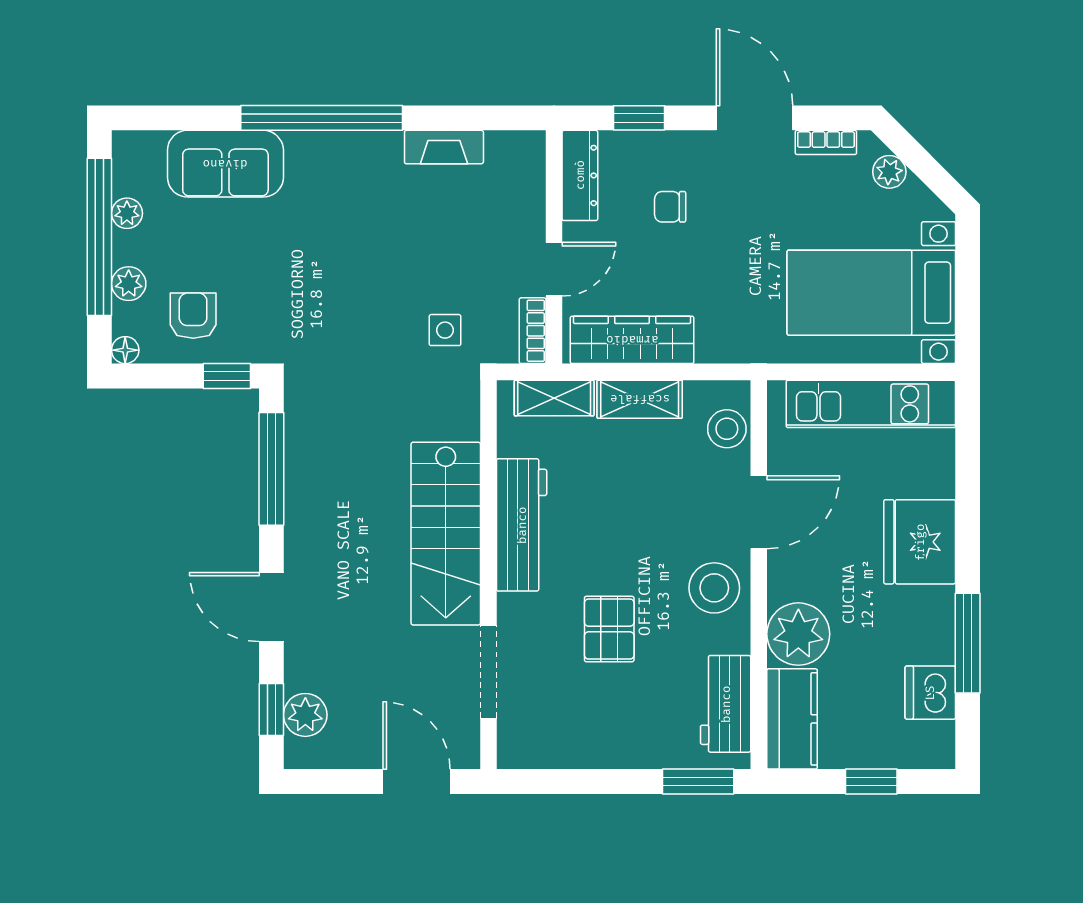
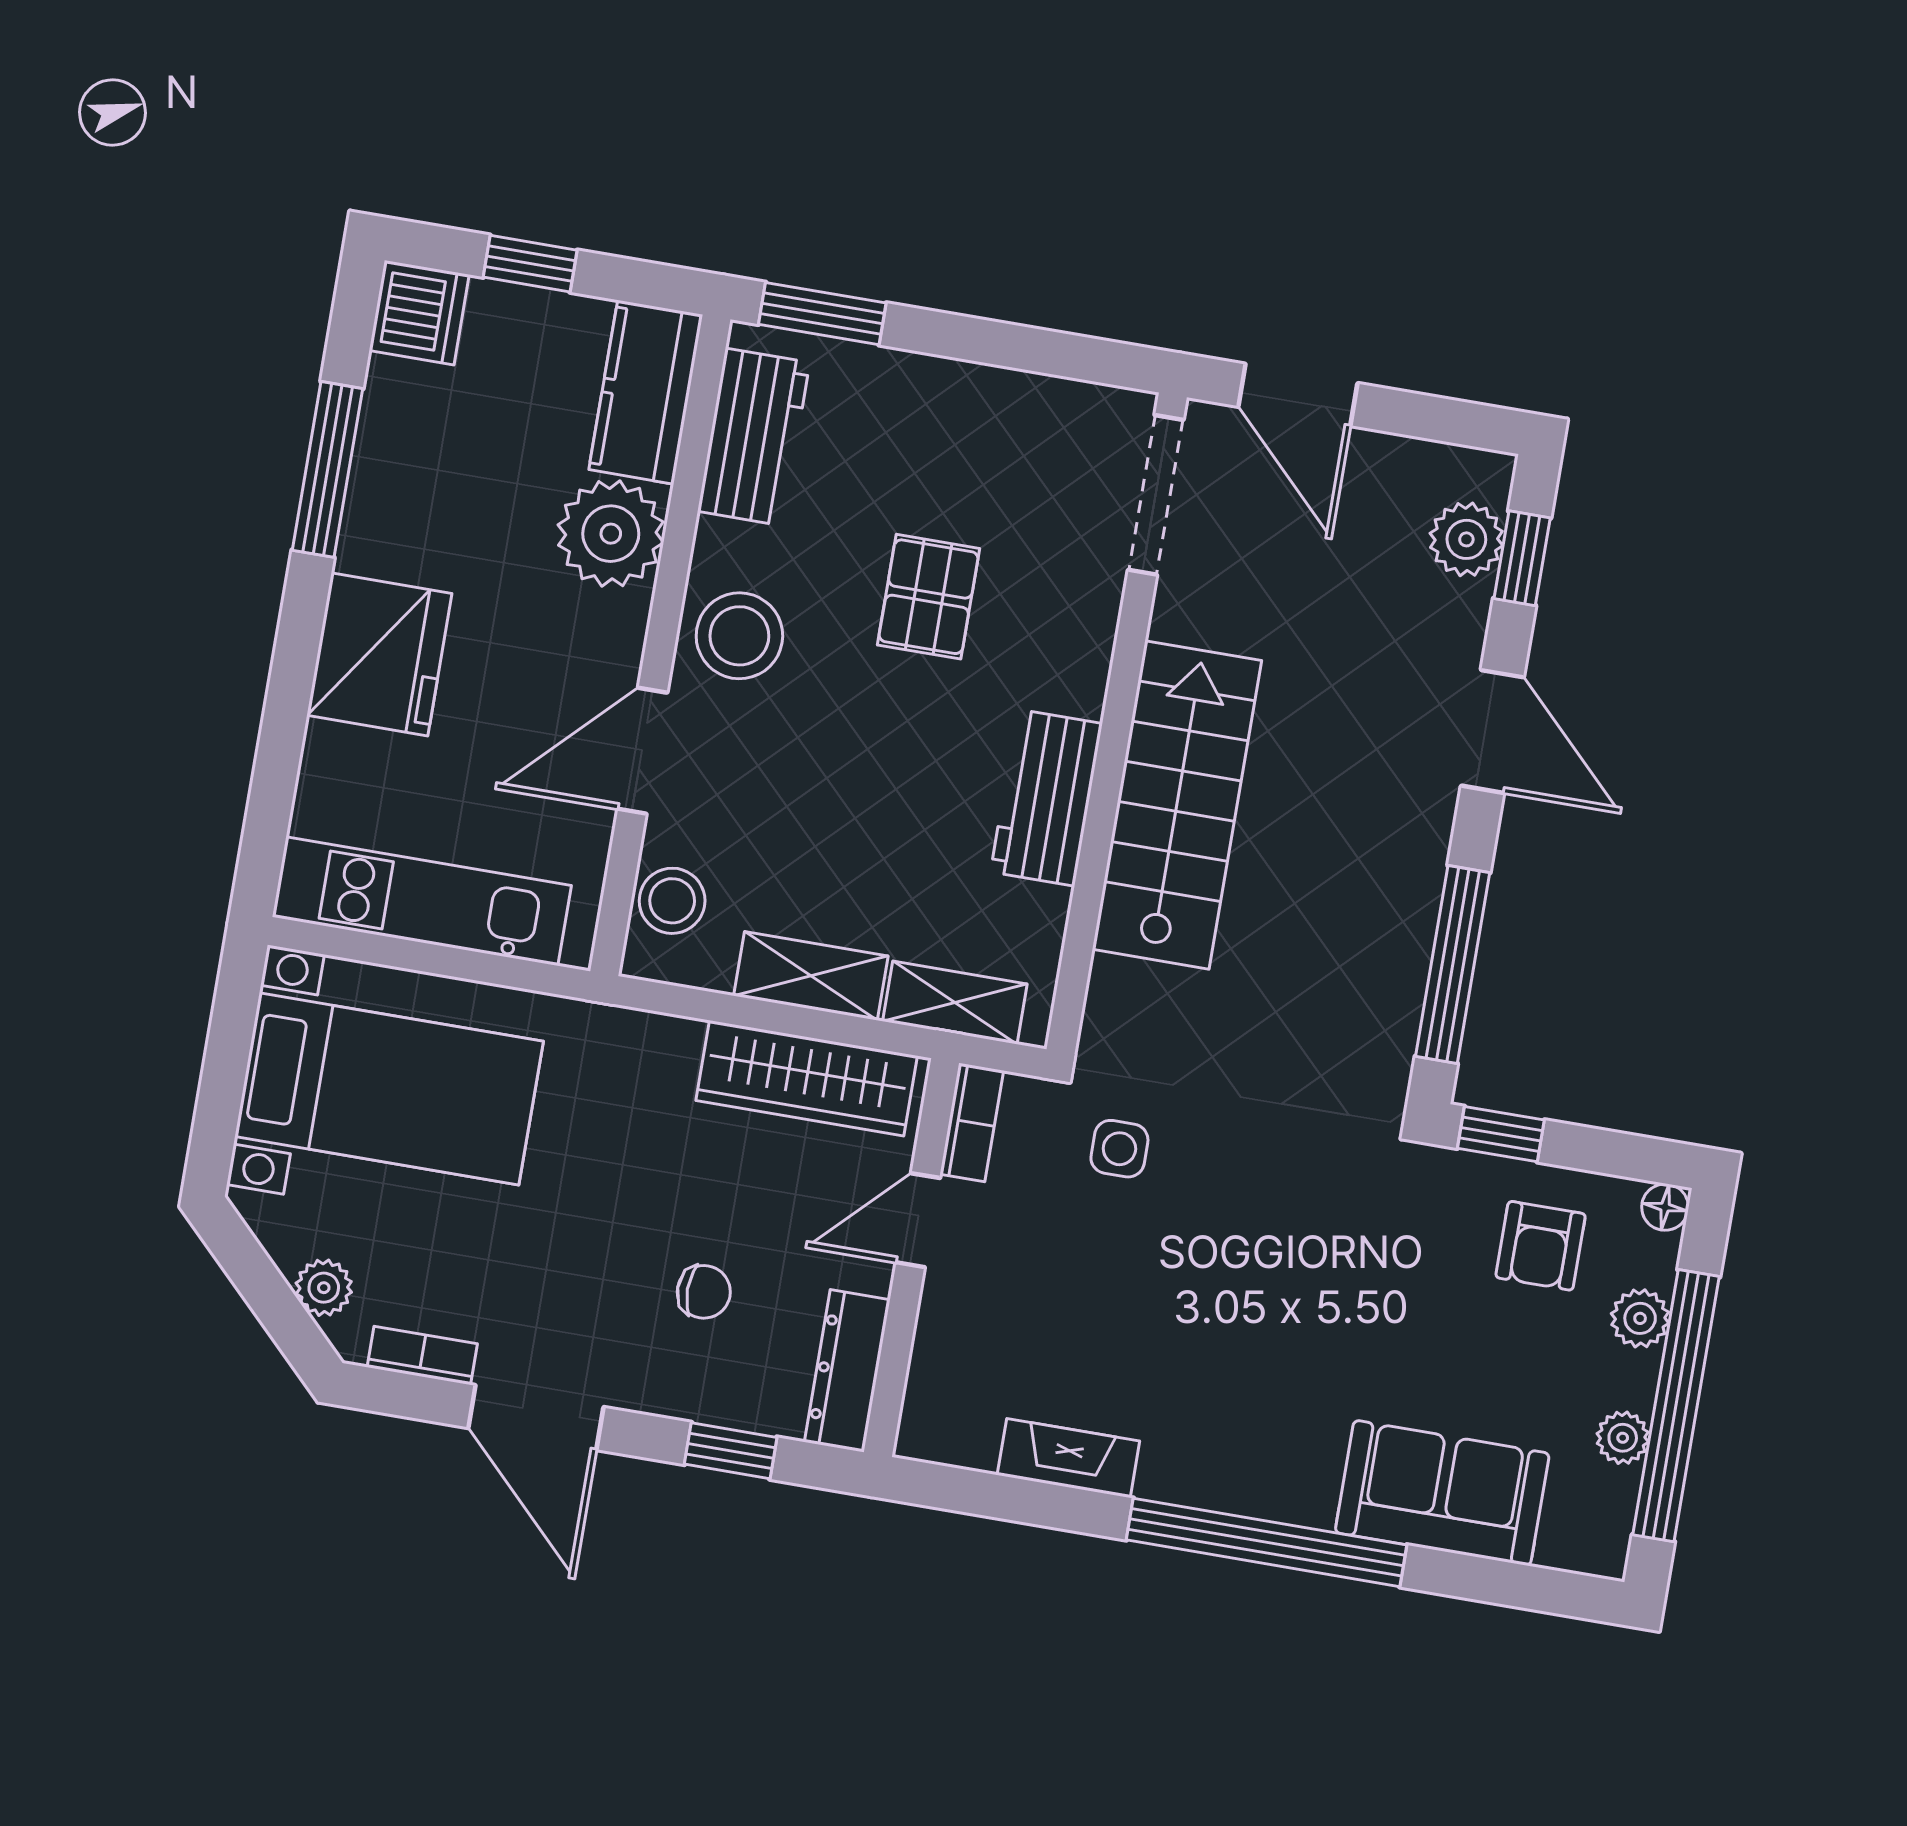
workbench: (522, 525) -> (1046, 798), width x0.73
doorway: (488, 672) -> (1156, 495), moved
dishwasher: (930, 693) -> (419, 313), moved

